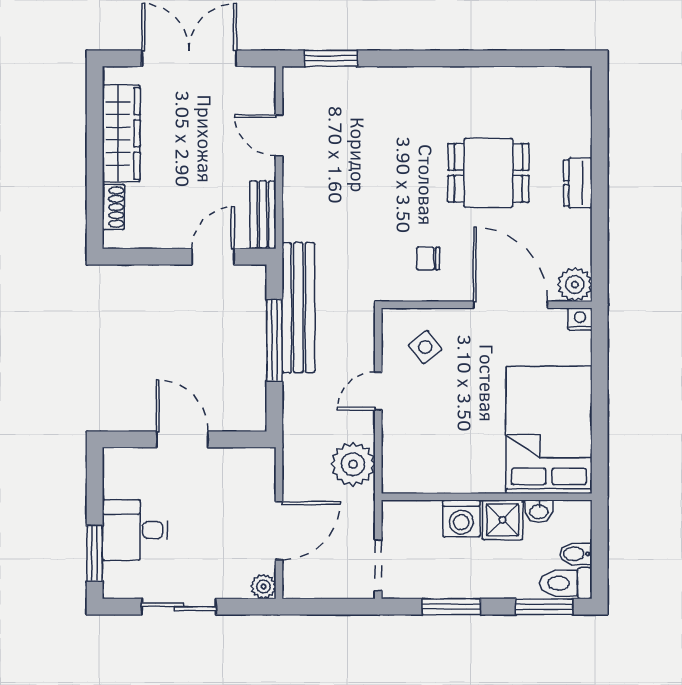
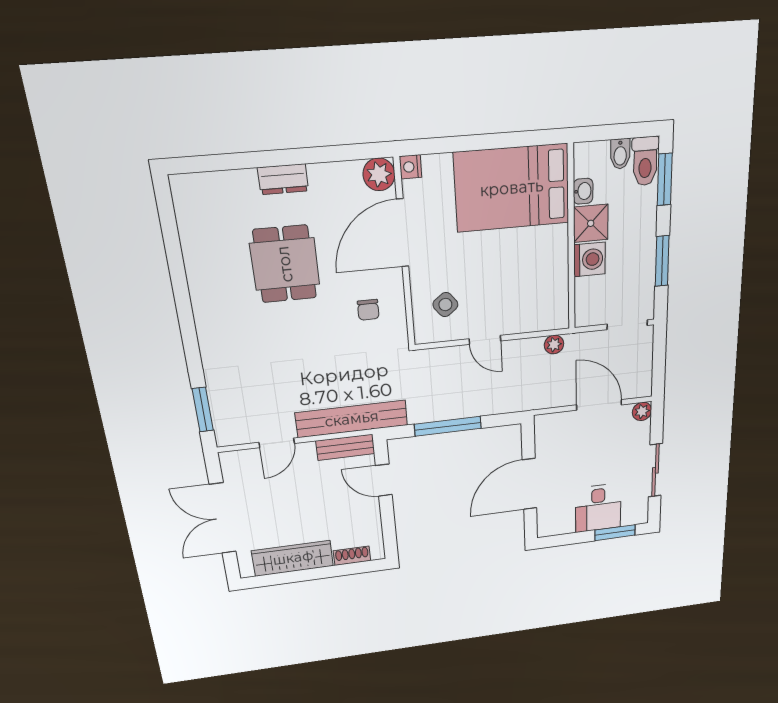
bench: (298, 308) -> (352, 419), moved
door: (182, 439) -> (529, 484), width x1.36
plant: (353, 464) -> (554, 345), width x0.53, depth x0.53

